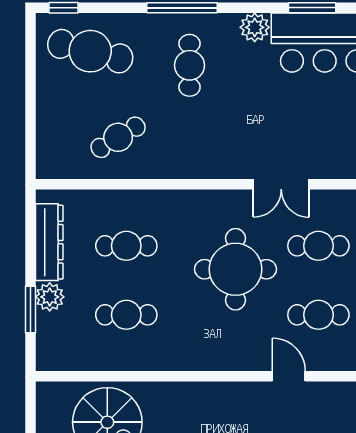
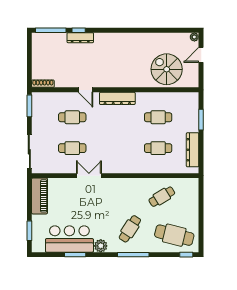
cafe table: (190, 65) -> (130, 229), turned 33
round table: (235, 269) -> (109, 138), removed
plant: (50, 297) -> (192, 125), removed
dresser: (218, 357) -> (117, 98), added

